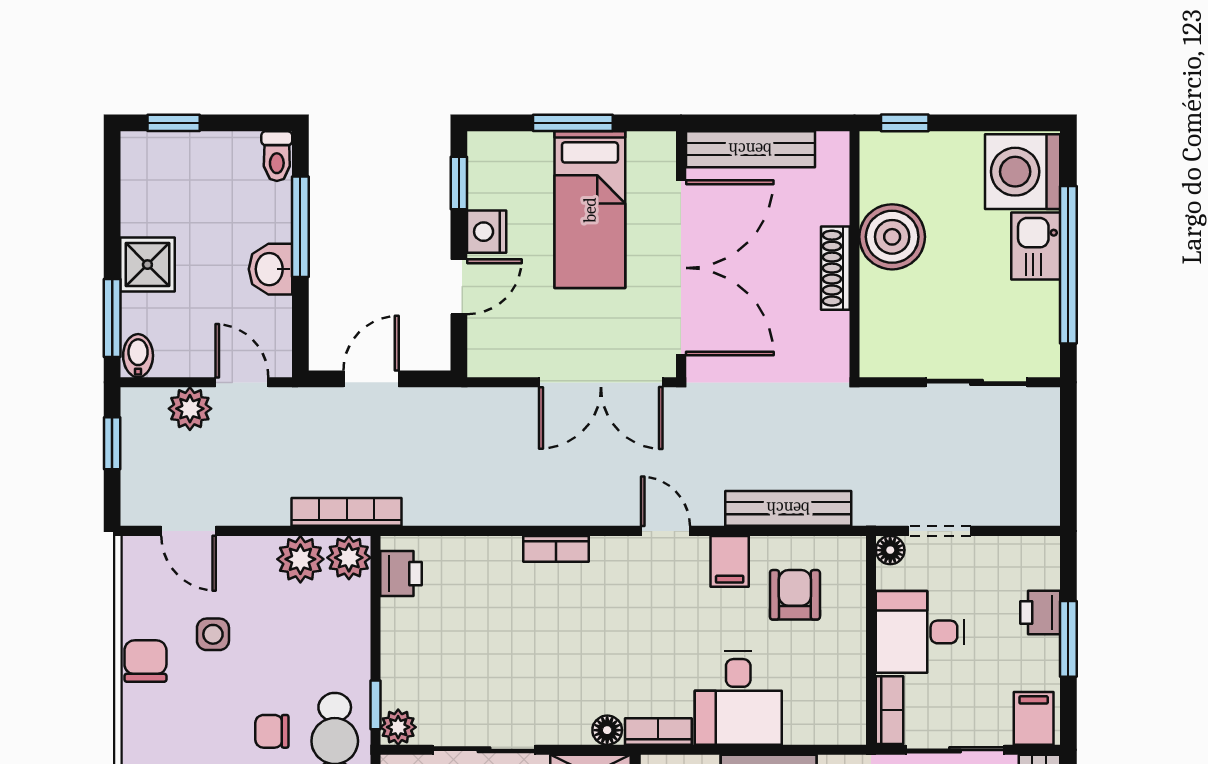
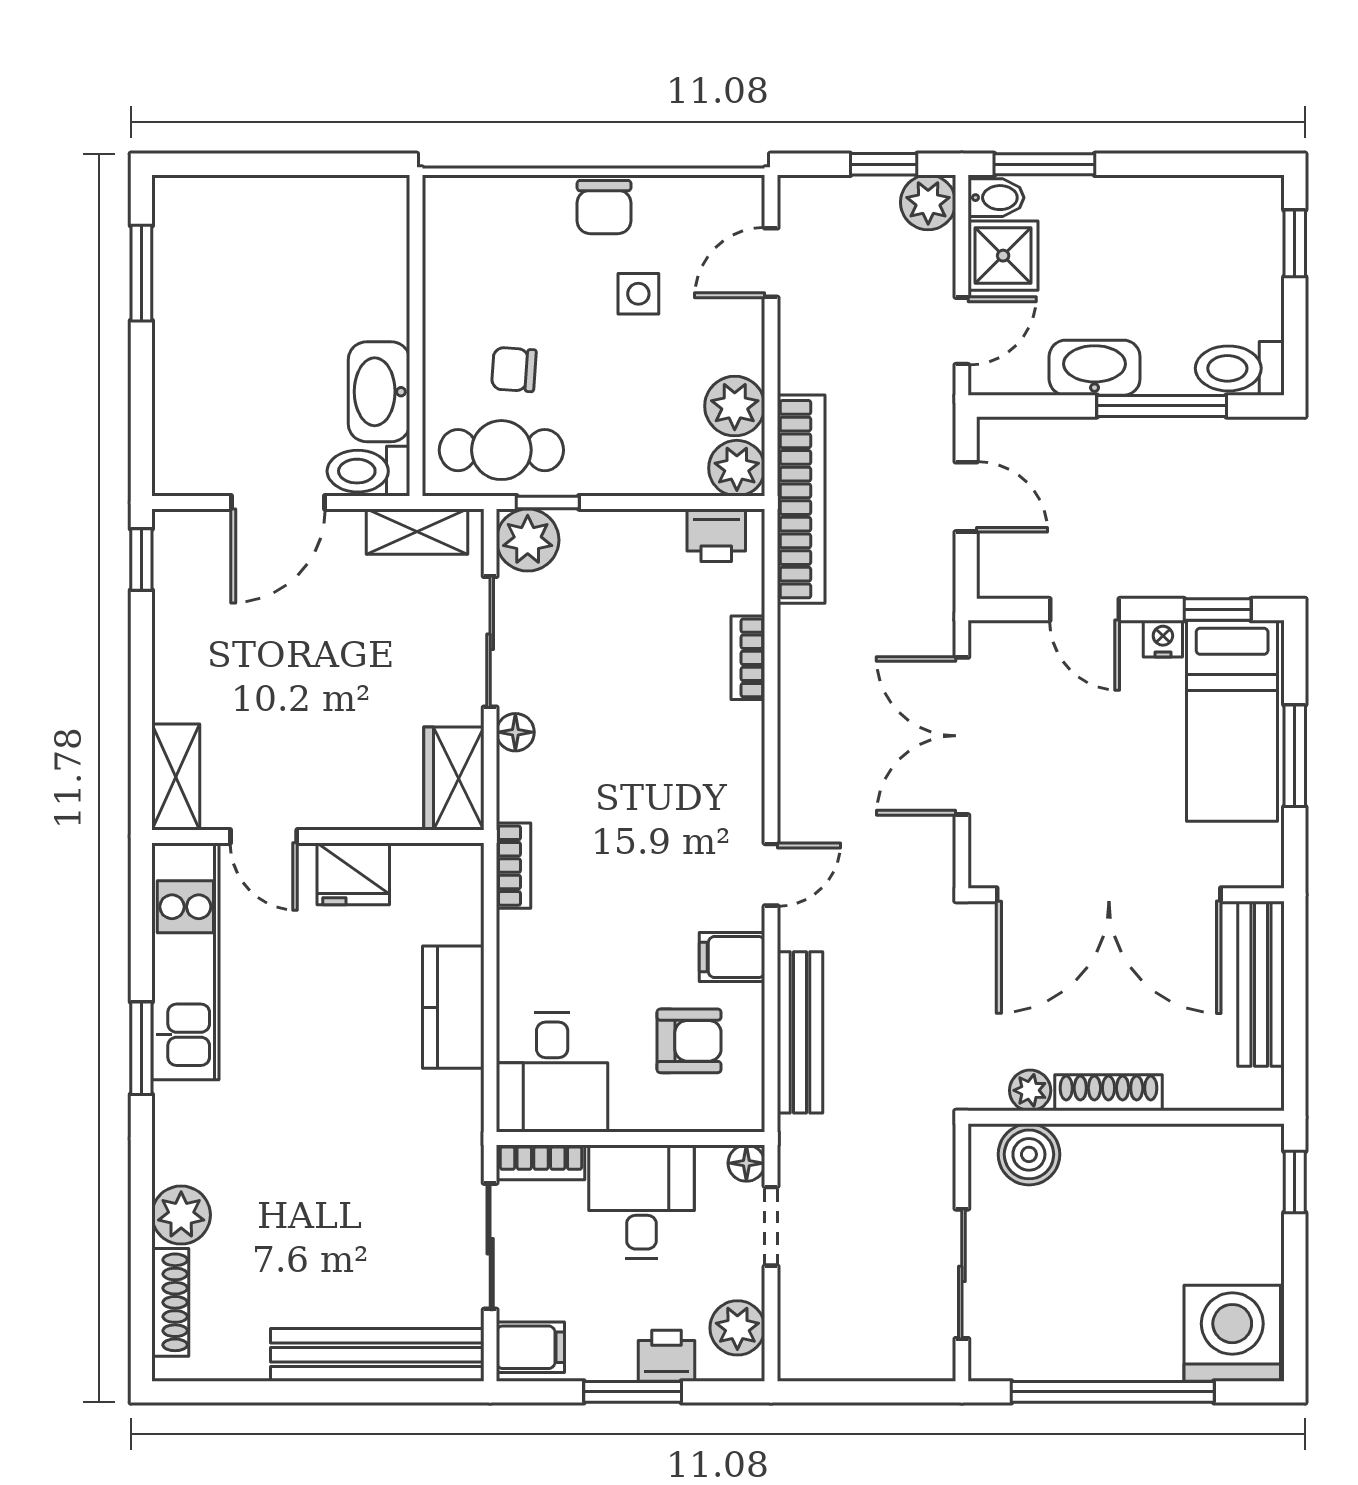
toilet: (277, 156) -> (1240, 368), width x1.37, depth x1.39
bed: (590, 210) -> (1232, 721), moved, turned -90
nightstand: (487, 232) -> (1163, 639), width x0.72, depth x0.74
boiler: (892, 237) -> (1029, 1154), moved, width x0.73, depth x0.73
kitchen sink: (1036, 246) -> (1137, 1350), removed
shower: (147, 265) -> (1003, 256), moved
washbasin: (271, 269) -> (1095, 368), width x1.38
plant: (834, 329) -> (1030, 1090), added
double door: (601, 382) -> (962, 736), moved
plant: (190, 409) -> (928, 202), moved
bookcase: (347, 512) -> (801, 499), width x1.48, depth x1.31
bookcase: (556, 549) -> (748, 658), moved
plant: (1018, 557) -> (737, 1328), added
chair: (145, 661) -> (604, 207), turned 90
desk: (738, 698) -> (552, 1072), moved, turned -90
plant: (398, 727) -> (528, 540), width x1.38, depth x1.38
floor lamp: (607, 730) -> (515, 732), moved
chair: (272, 731) -> (514, 369), turned -86

